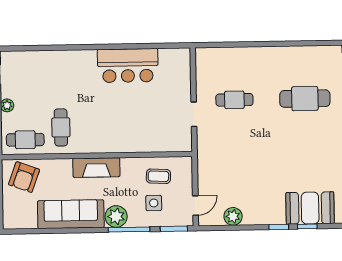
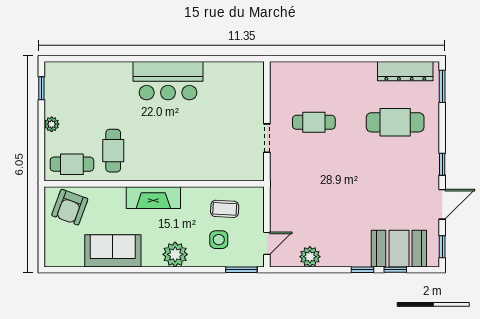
dresser: (313, 54) -> (405, 71), added
bar counter: (128, 66) -> (168, 81), moved
sofa: (71, 214) -> (113, 251), width x0.73
window: (129, 230) -> (190, 270), removed

